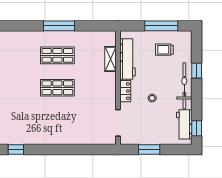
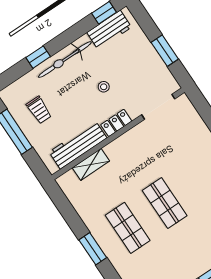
window: (59, 26) -> (93, 249), width x0.69

